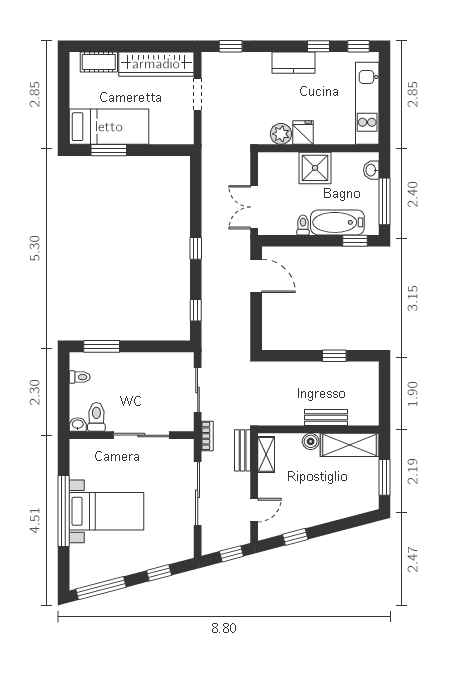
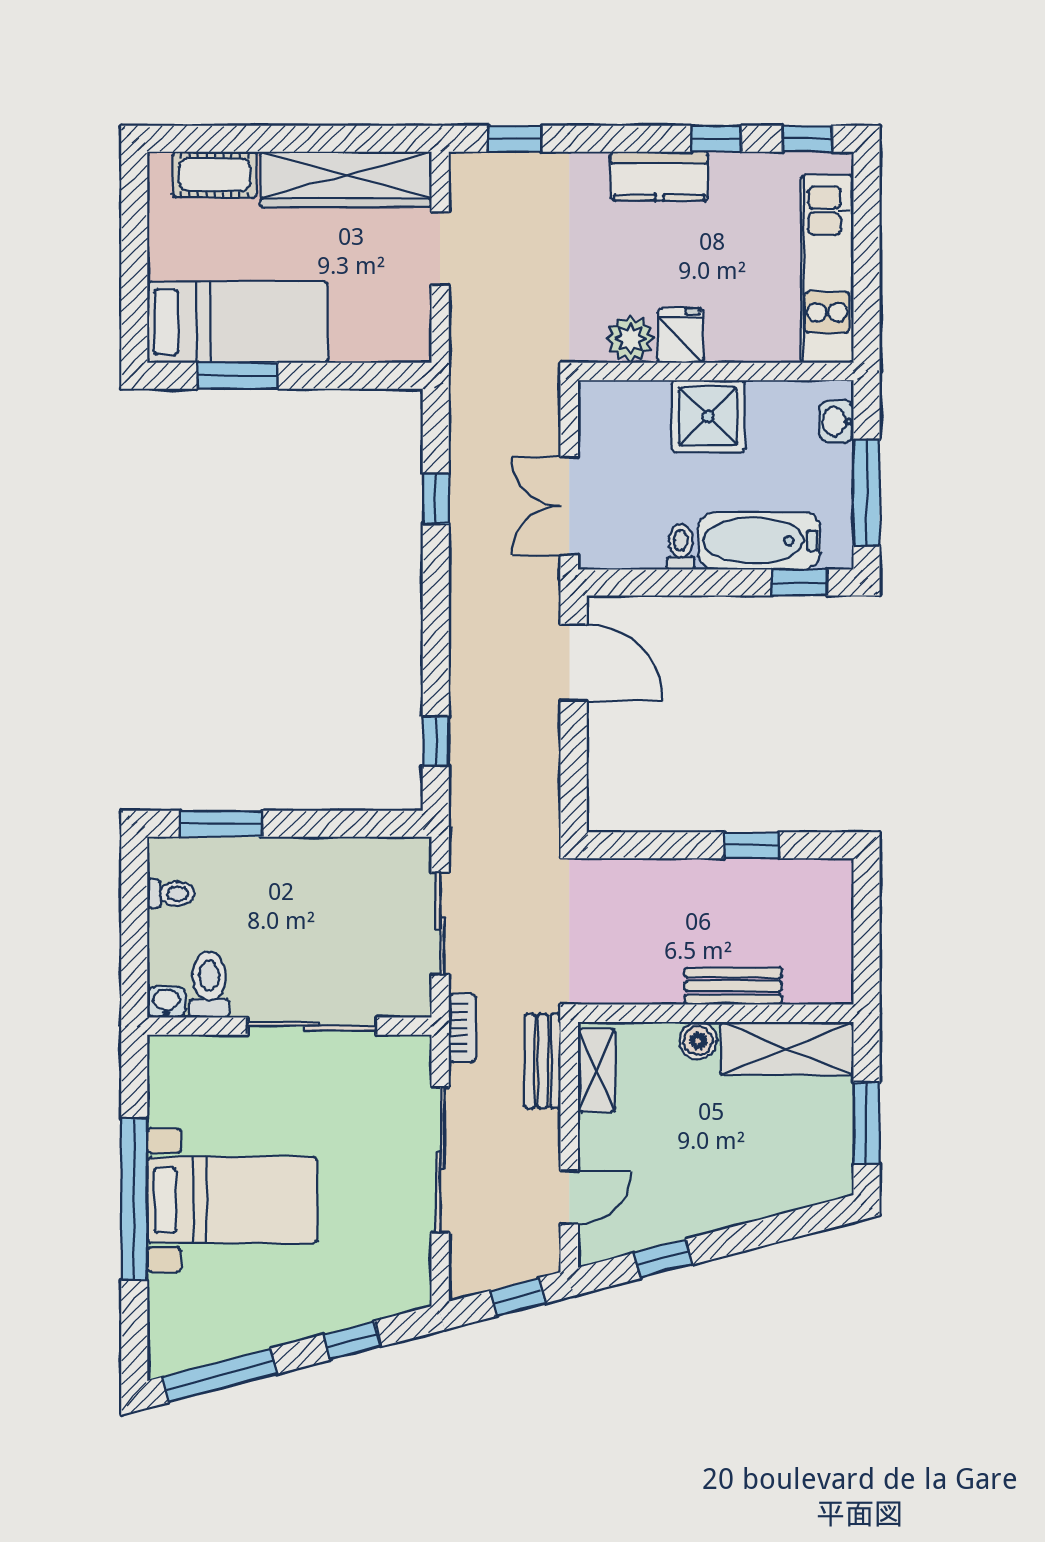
window: (196, 248) -> (436, 499), moved

